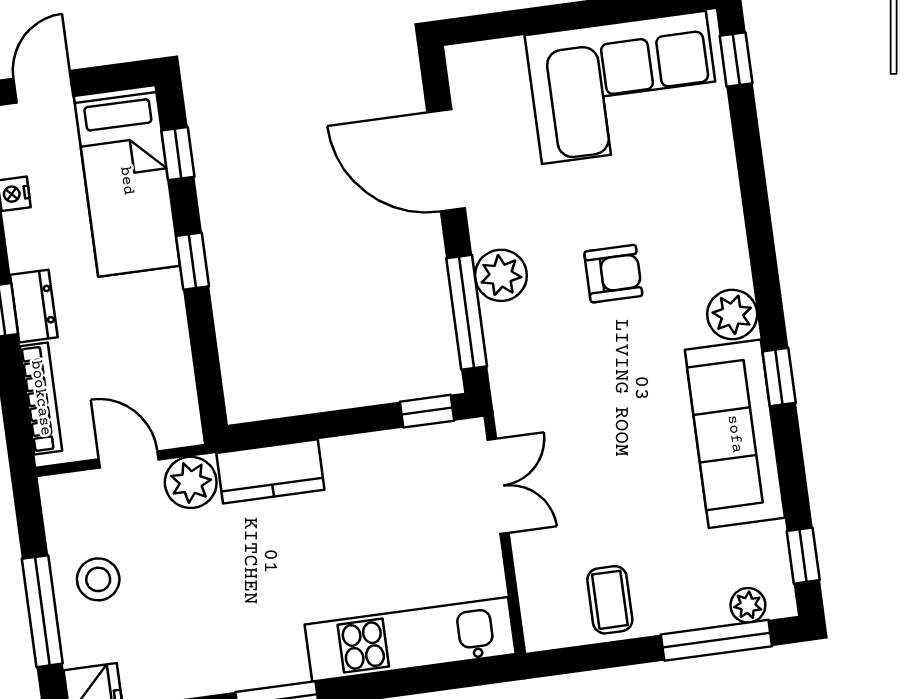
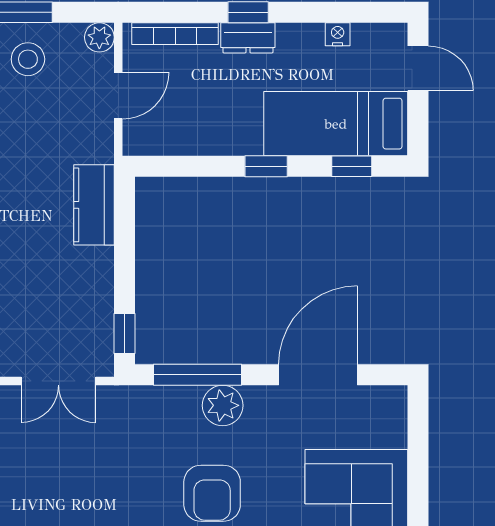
armchair: (613, 274) -> (212, 493), width x1.38, depth x1.38
plant: (191, 482) -> (99, 37), moved, width x0.73, depth x0.73

